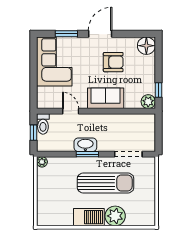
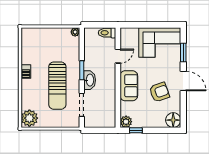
armchair: (113, 62) -> (159, 92), turned -110
window: (34, 133) -> (100, 25), removed
washbasin: (85, 145) -> (90, 80), moved
plant: (115, 216) -> (29, 118), moved
barbecue: (89, 217) -> (26, 72), width x0.53, depth x0.65

